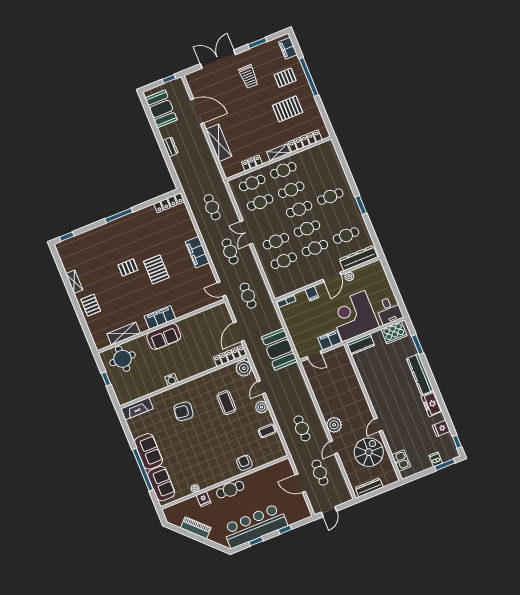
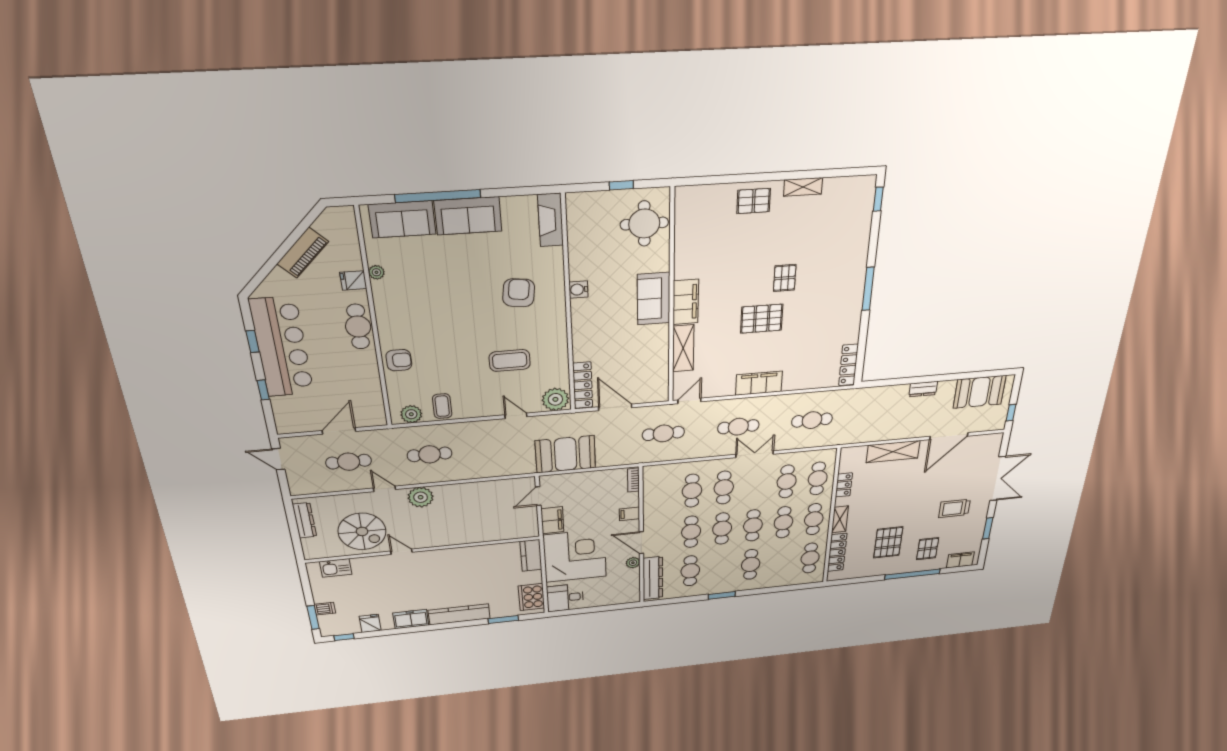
cafe table: (314, 158) -> (810, 558), added
shelving: (124, 334) -> (683, 348), moved
plant: (262, 407) -> (411, 414), moved

